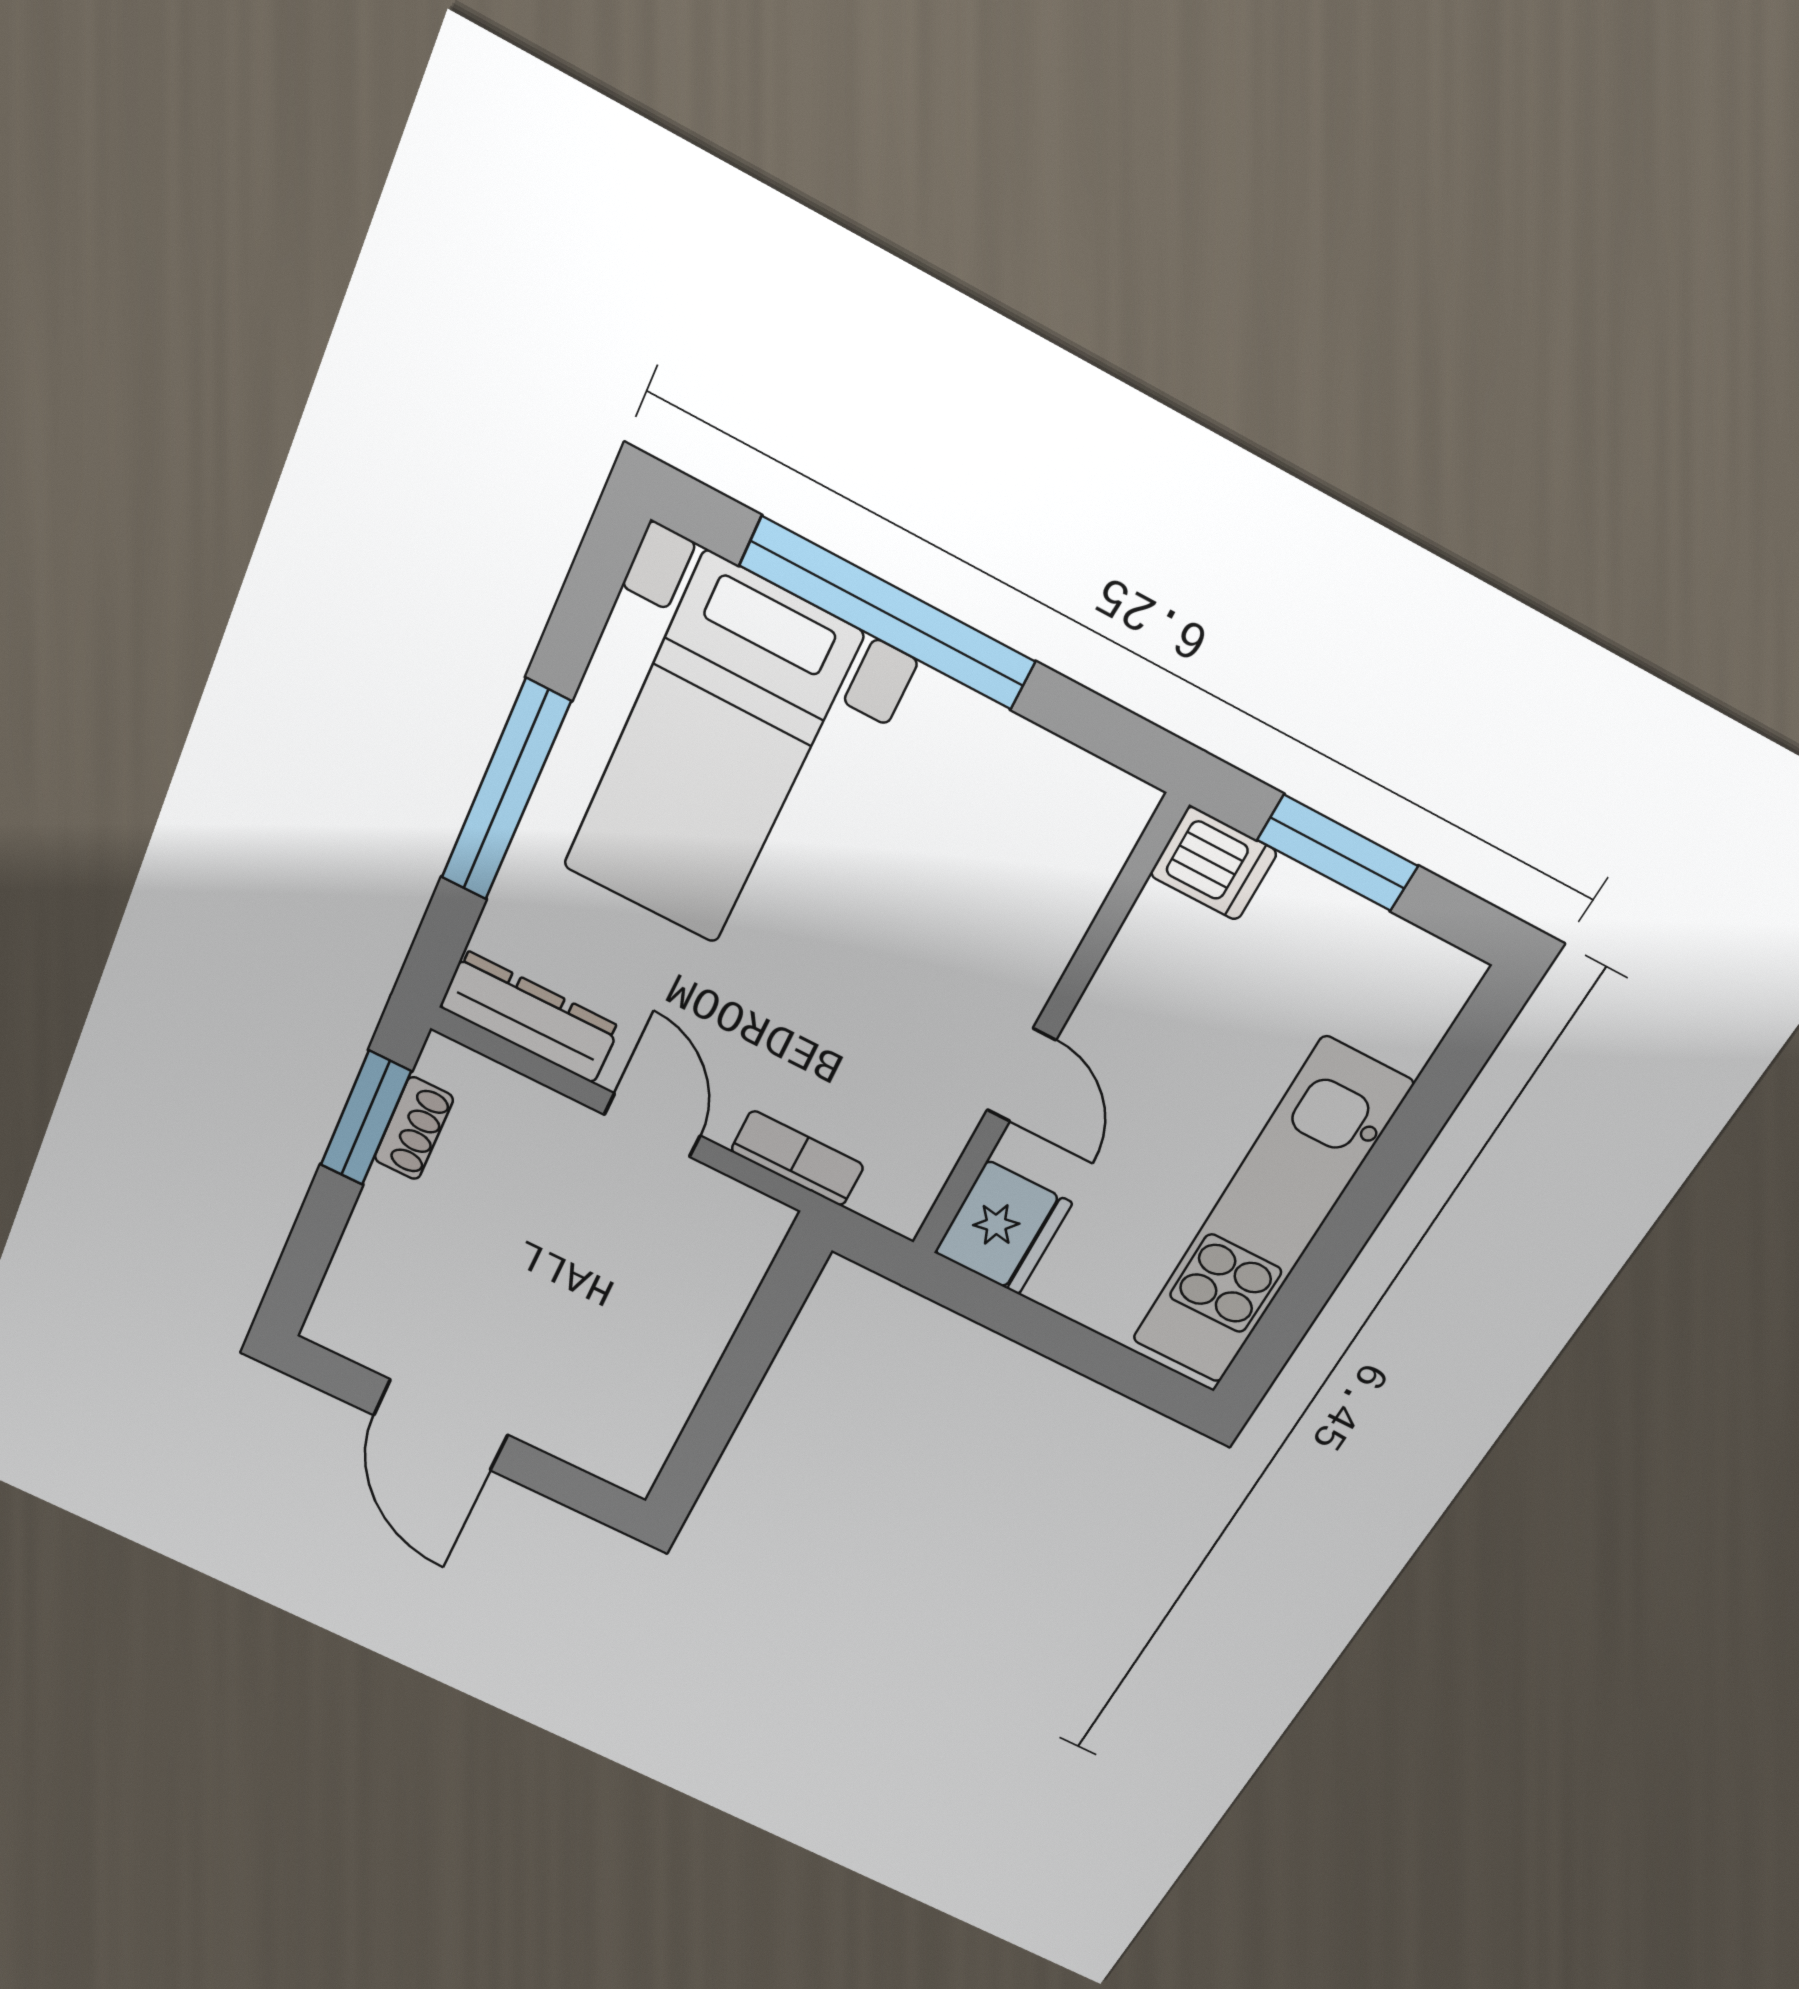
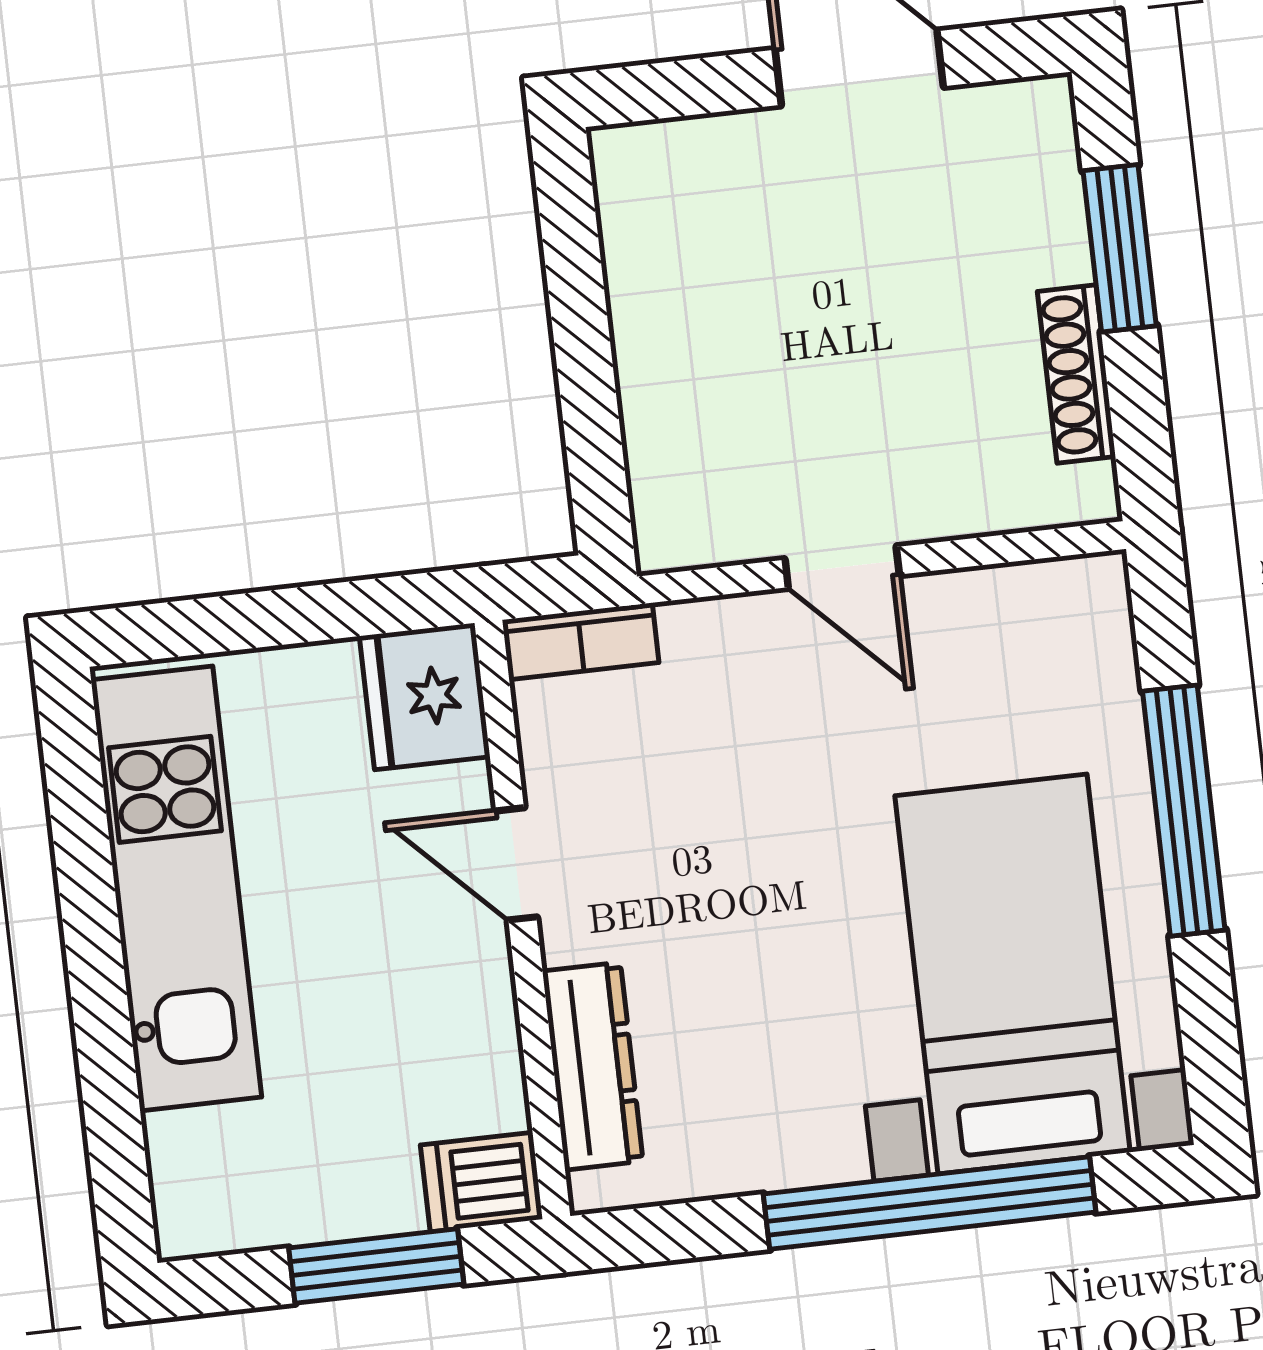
dresser: (530, 1017) -> (593, 1066), moved, turned -90
window: (366, 1118) -> (1120, 248), moved
shoe rack: (414, 1128) -> (1076, 374), width x1.43
bookcase: (797, 1158) -> (581, 641), moved

